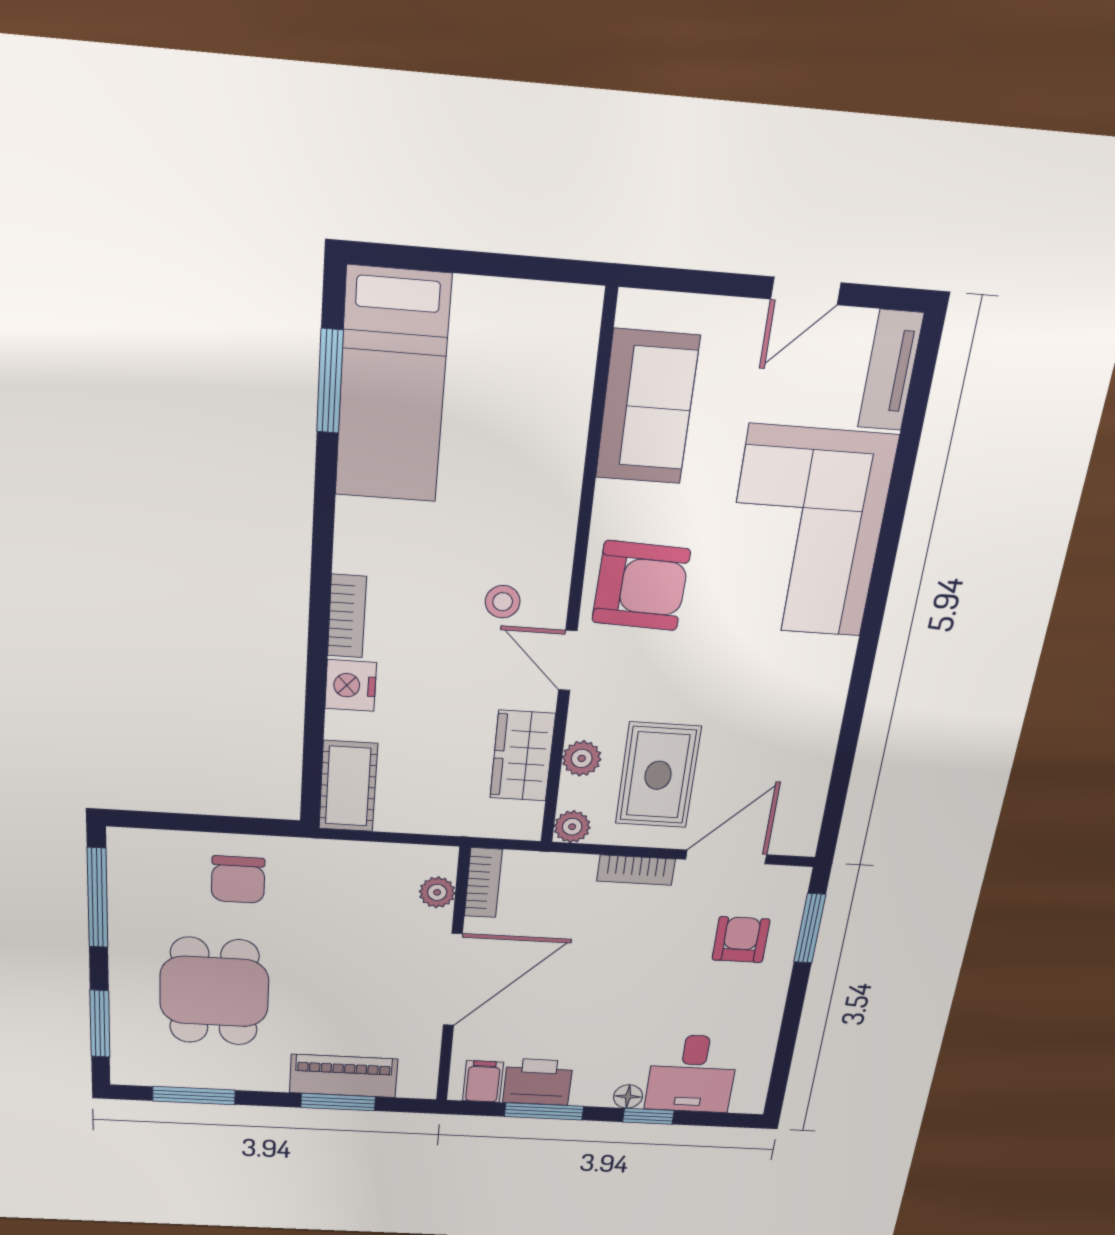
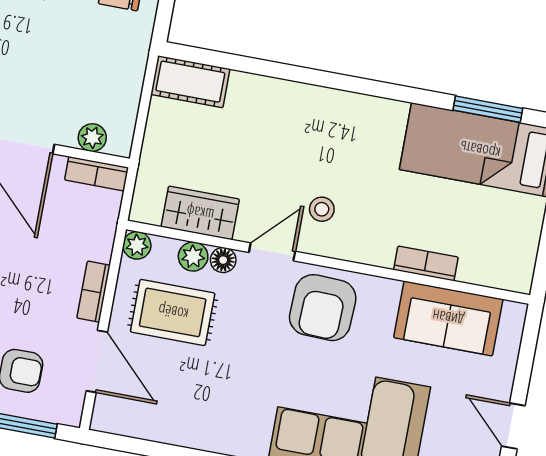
bookcase: (347, 616) -> (426, 264), moved, turned 180
nightstand: (351, 685) -> (270, 94), removed
floor lamp: (584, 721) -> (223, 260), added

